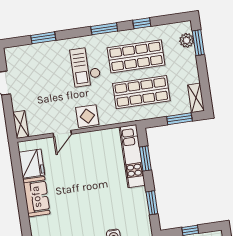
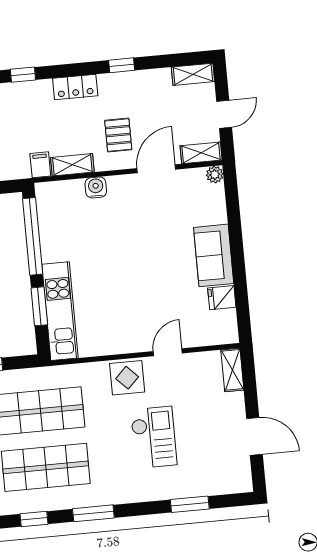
checkout: (86, 67) -> (154, 437), moved
fridge: (32, 164) -> (222, 298), width x0.53, depth x0.75
window: (152, 203) -> (33, 236), width x2.11

